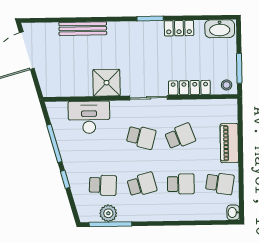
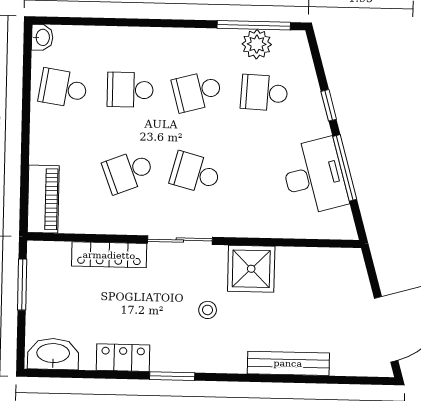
stool: (227, 85) -> (208, 310), moved
desk: (89, 117) -> (314, 177), moved, turned -106
piano: (229, 143) -> (43, 199), moved

